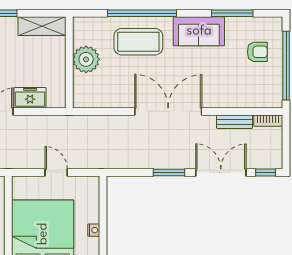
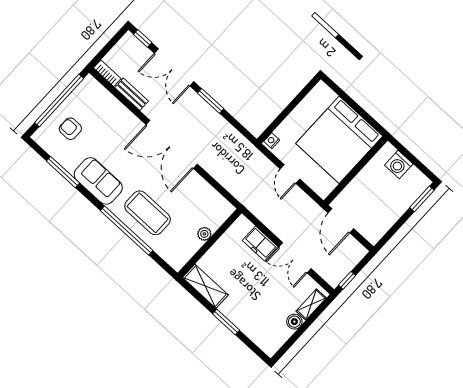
plant: (86, 59) -> (204, 234), width x0.53, depth x0.53
nightstand: (94, 230) -> (272, 141), moved

